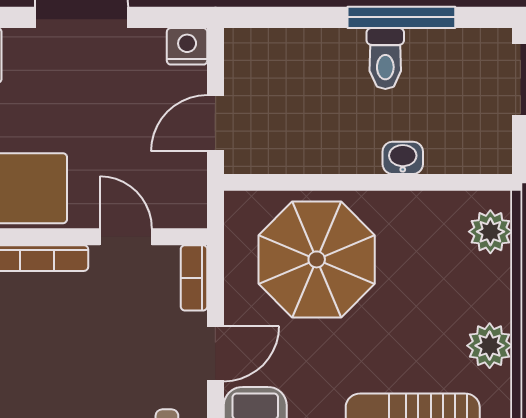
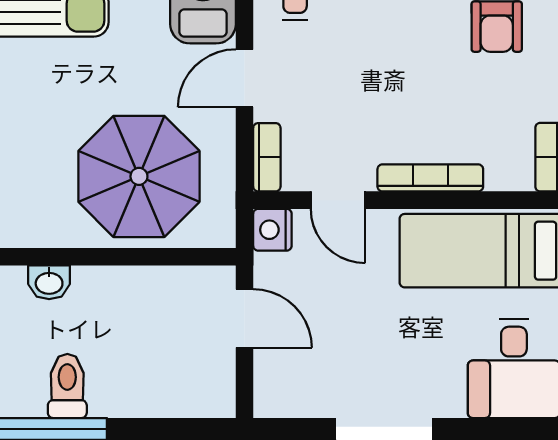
nightstand: (187, 46) -> (272, 230), moved, turned 90
door: (215, 123) -> (244, 318), hinge flipped

